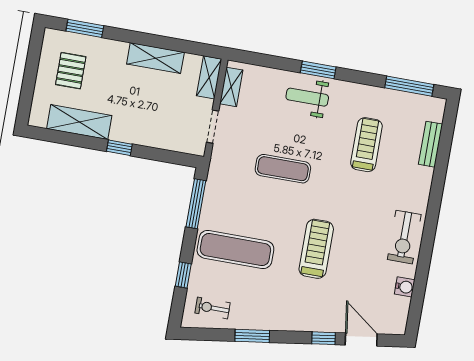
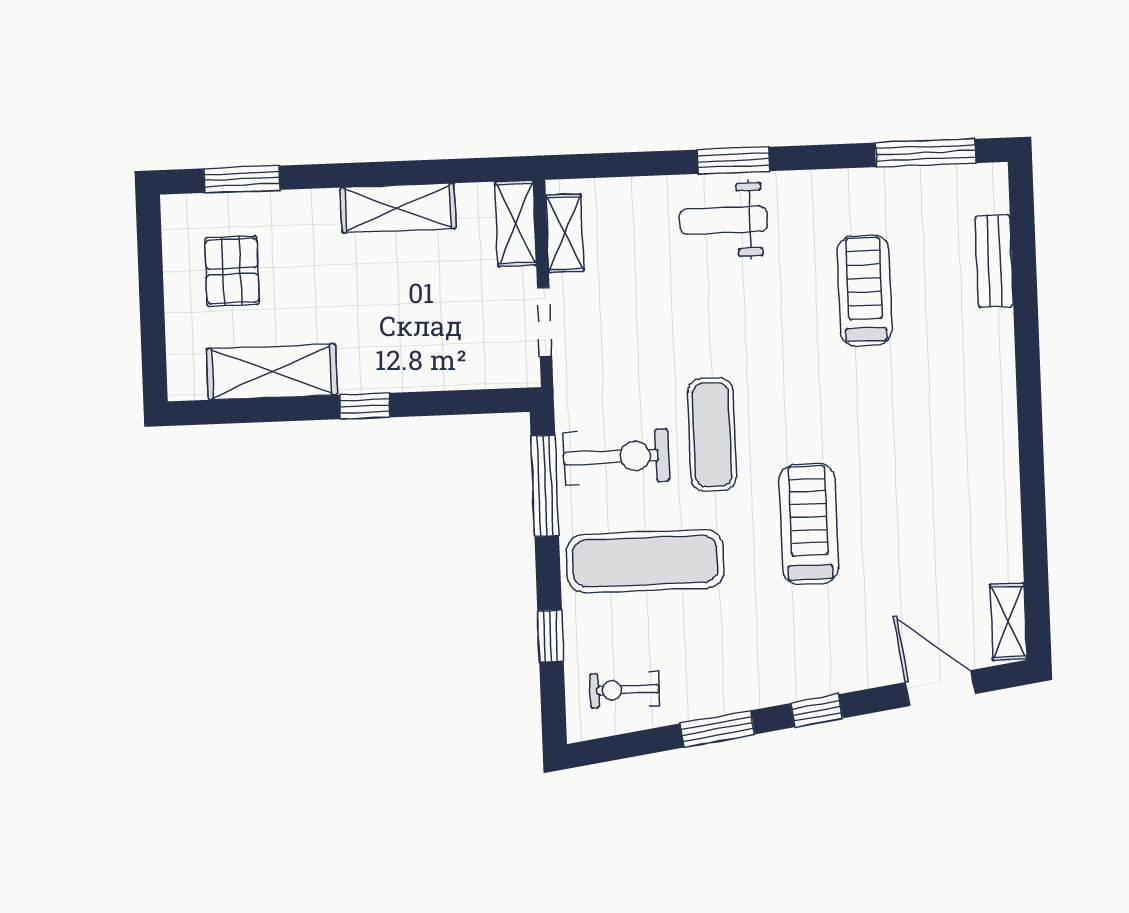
exercise mat: (283, 169) -> (712, 435), moved, turned 90
exercise bike: (404, 237) -> (616, 457), moved, turned -90
water cooler: (405, 287) -> (1005, 562), removed
shelving: (400, 315) -> (1008, 622), added
window: (324, 338) -> (817, 711), moved

